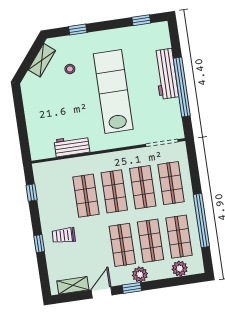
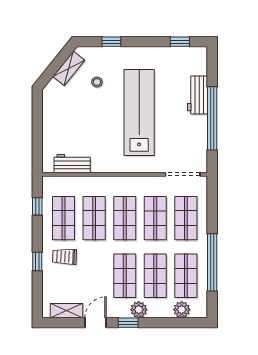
workbench: (166, 74) -> (198, 95), width x0.73
workbench: (72, 146) -> (72, 164), moved
shop shelf: (58, 200) -> (64, 218), added

